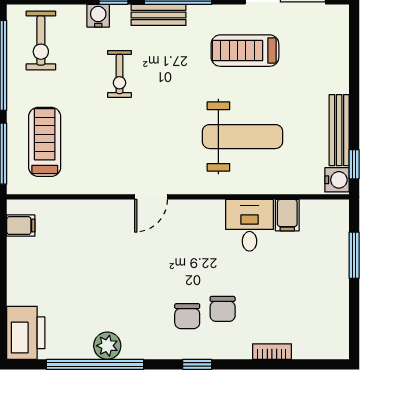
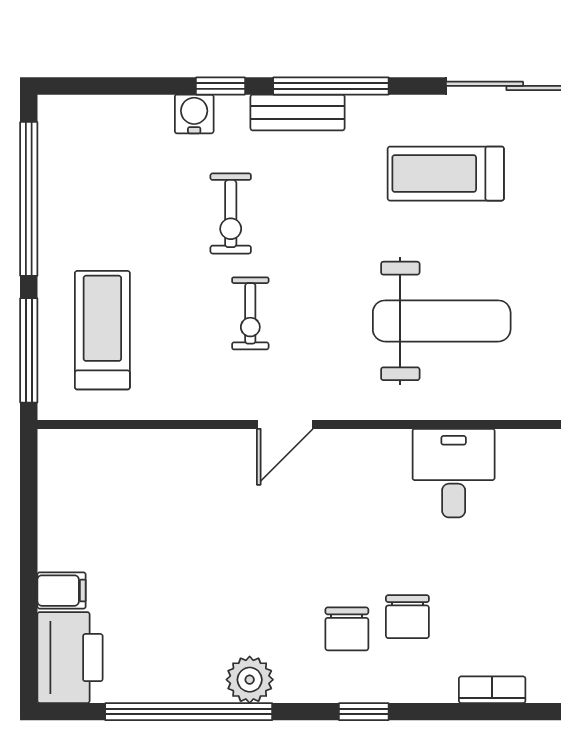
exercise bike: (41, 40) -> (250, 313), moved, width x0.73, depth x0.72
filing cabinet: (287, 215) -> (518, 456), removed
filing cabinet: (21, 226) -> (62, 591), moved
plant: (107, 346) -> (250, 680), moved

